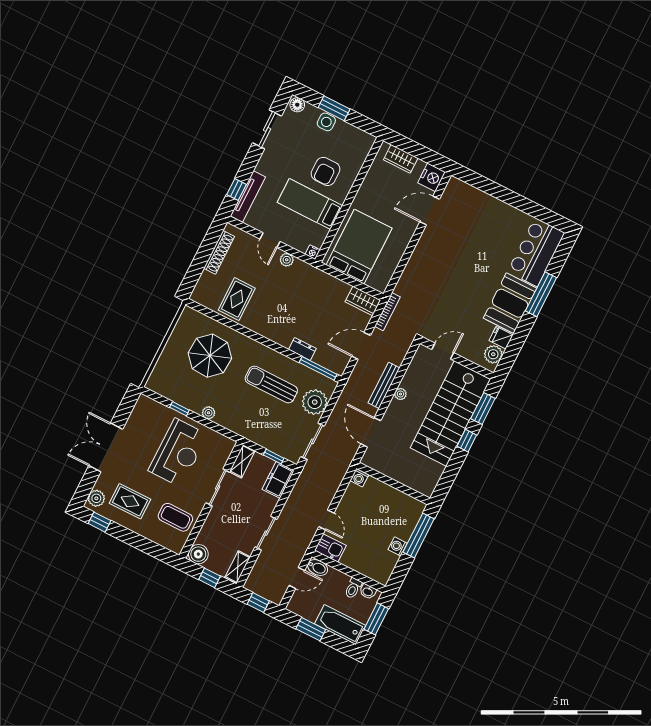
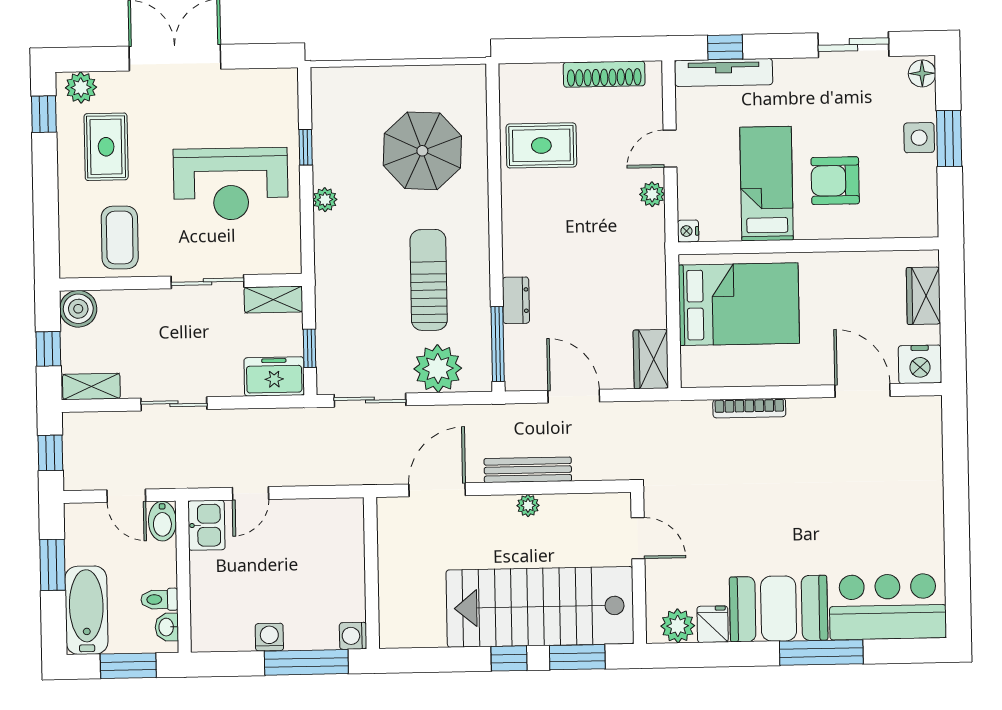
bookcase: (387, 312) -> (749, 408), moved
washing machine: (359, 478) -> (353, 636), moved

